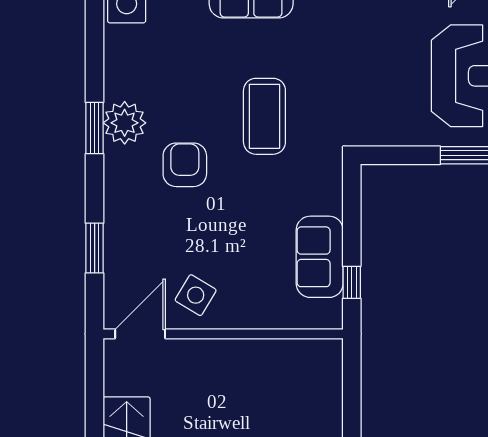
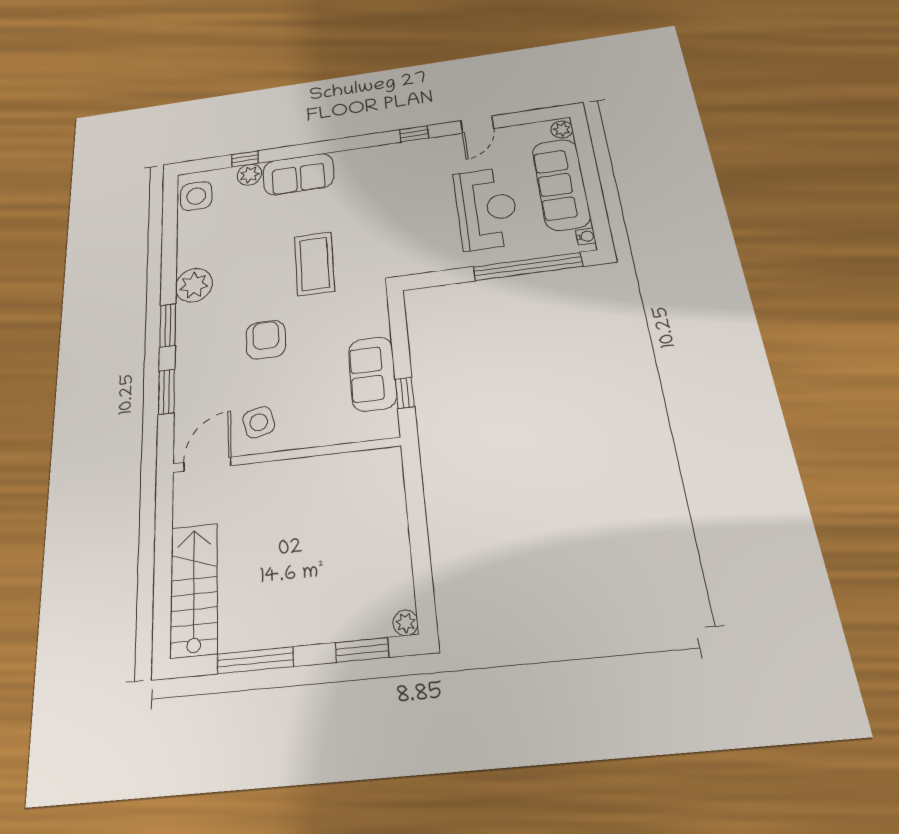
window: (95, 128) -> (168, 325), moved
armchair: (185, 165) -> (266, 340), moved
side table: (196, 295) -> (259, 422), turned 45

